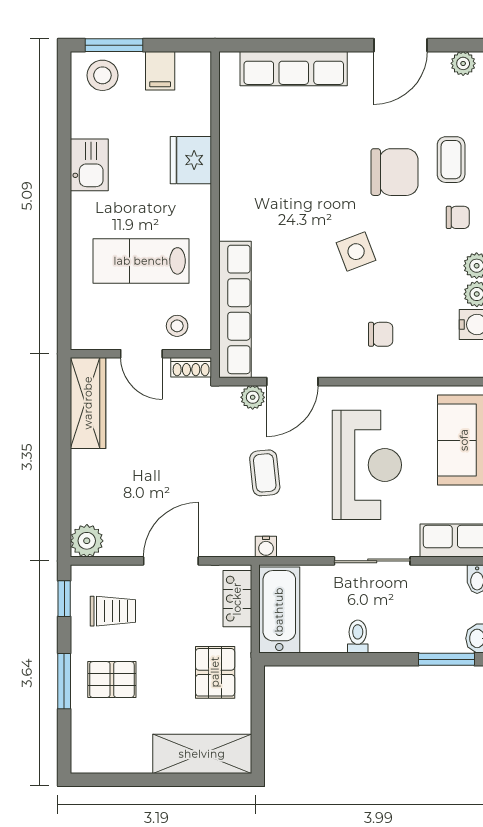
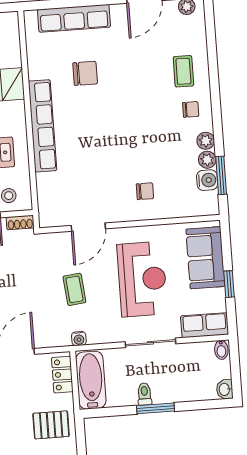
chair: (394, 172) -> (85, 73), moved, width x0.73, depth x0.73
side table: (356, 252) -> (125, 137), removed
row of seats: (235, 309) -> (42, 126), moved
plant: (253, 397) -> (63, 240), removed
window: (446, 659) -> (155, 408), moved
pallet: (215, 672) -> (51, 425), turned 90

